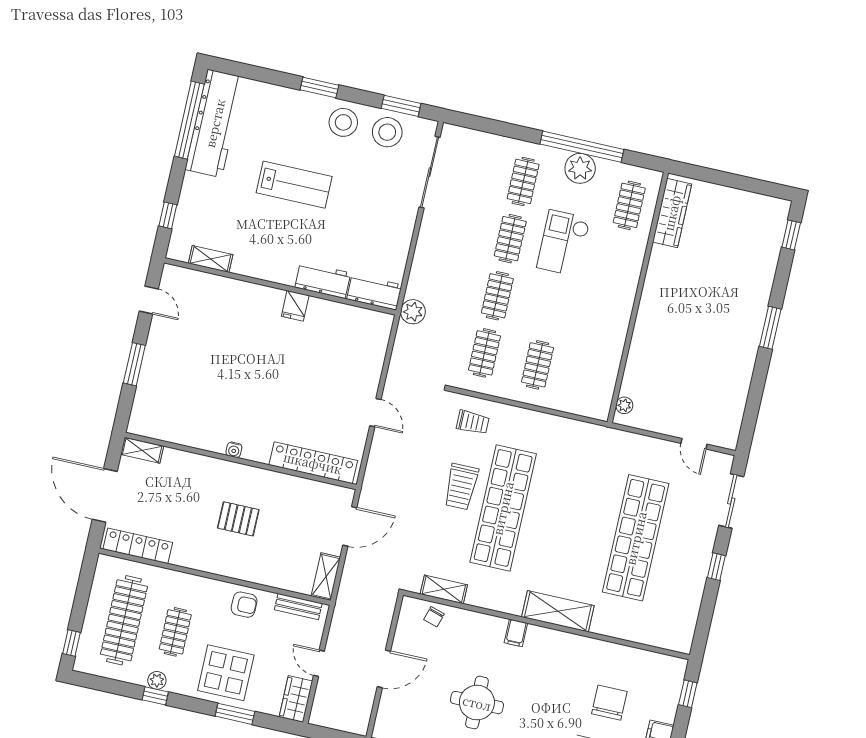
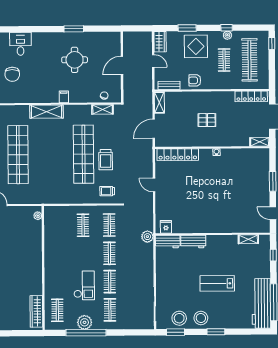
fridge: (295, 306) -> (166, 227), moved
trolley: (461, 487) -> (106, 160), turned 180

